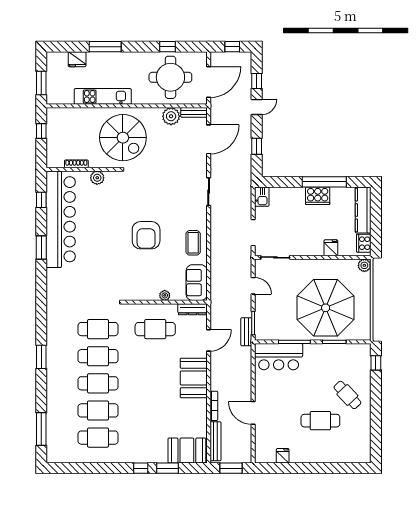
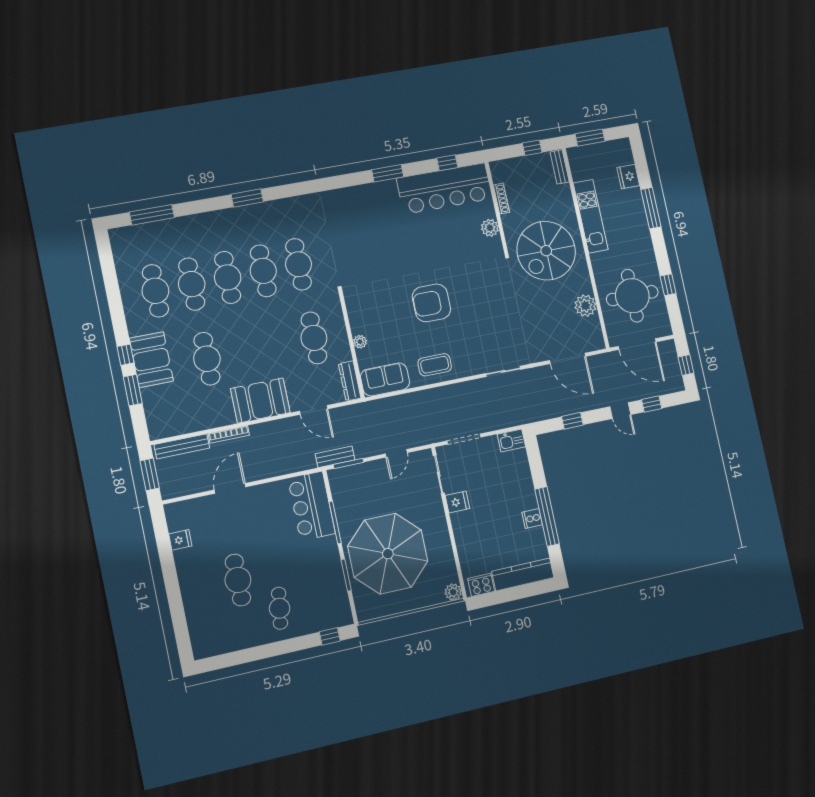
bench: (194, 112) -> (560, 167), moved
cooker: (318, 196) -> (532, 518), width x0.53, depth x0.76
bar counter: (61, 219) -> (445, 189), width x0.73
fridge: (331, 248) -> (457, 502), moved
cafe table: (347, 395) -> (280, 608), turned -39
cafe table: (155, 410) -> (207, 359), added
booth: (187, 450) -> (151, 360), moved

